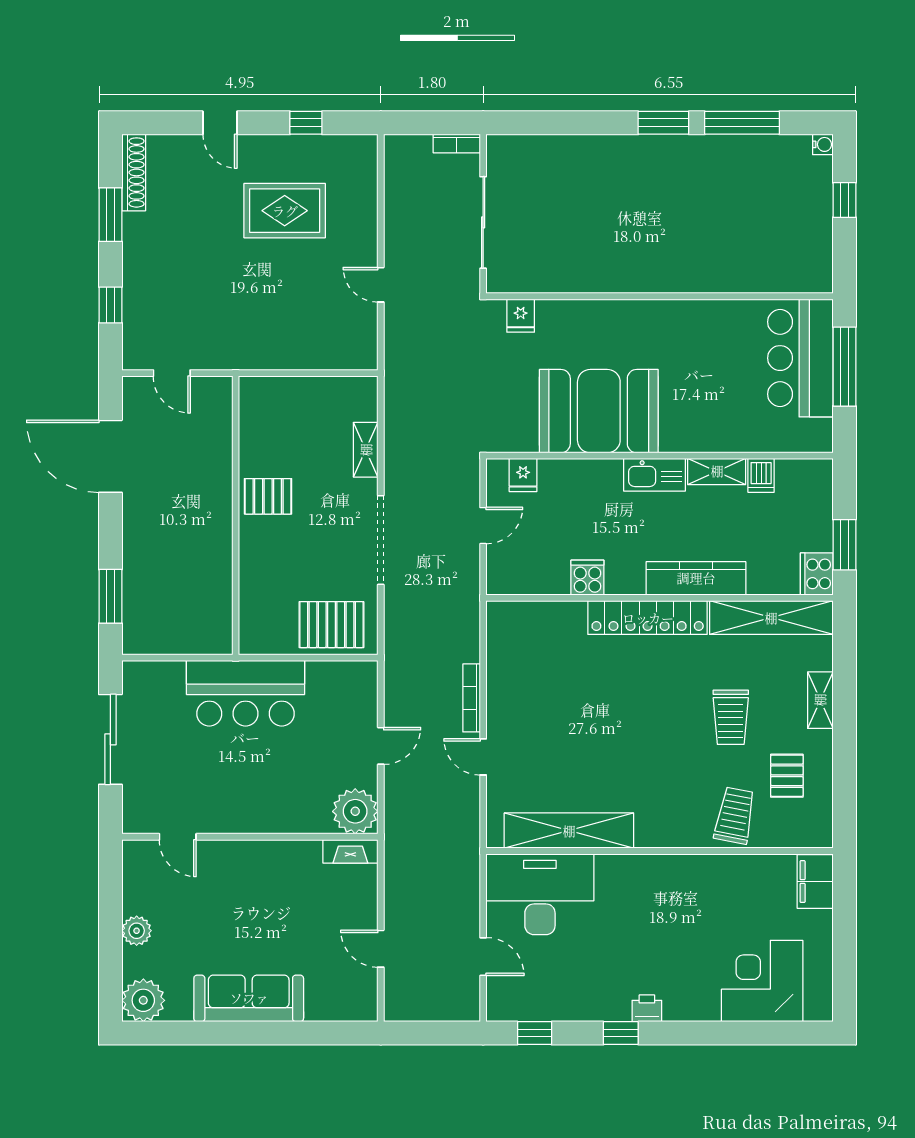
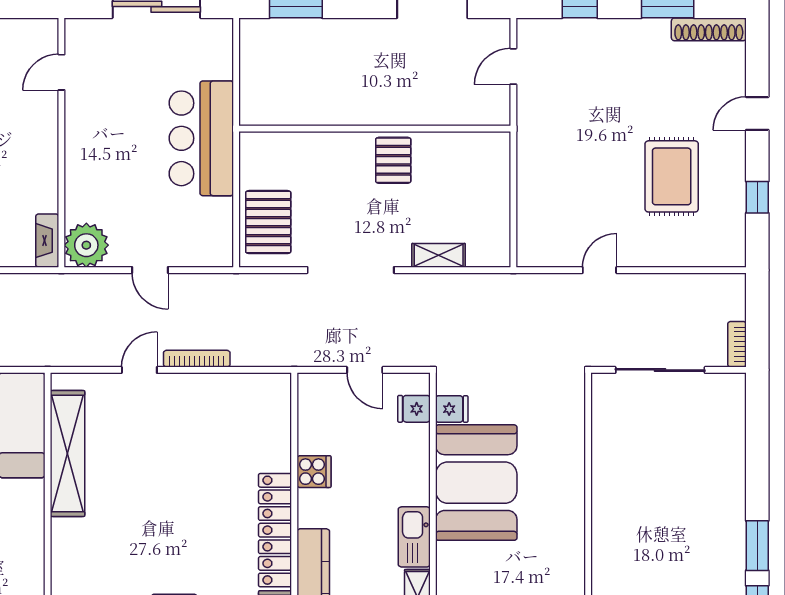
fridge: (521, 316) -> (452, 409), moved, turned 180

